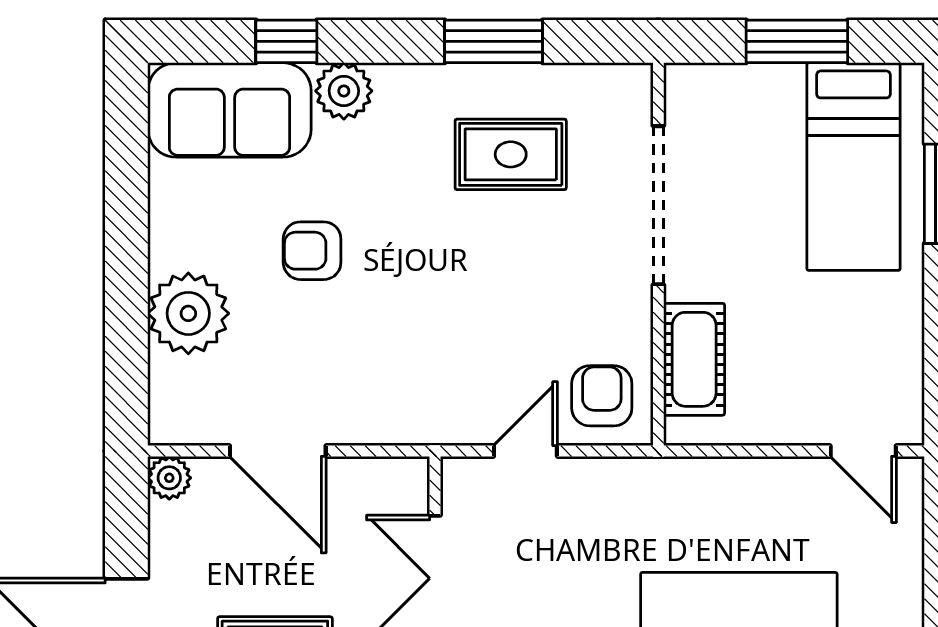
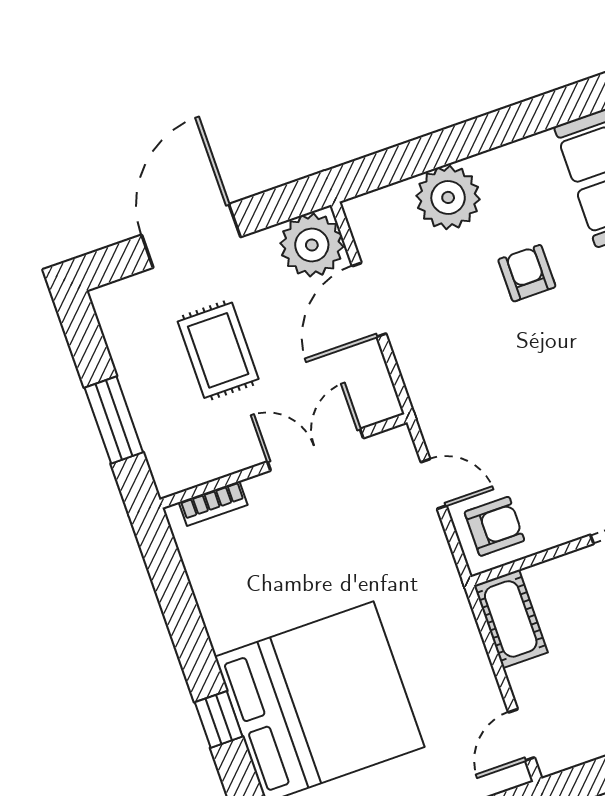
cot: (694, 359) -> (511, 619), moved, turned 90
plant: (169, 478) -> (312, 245), width x1.88, depth x1.88

